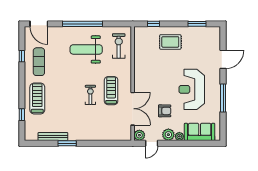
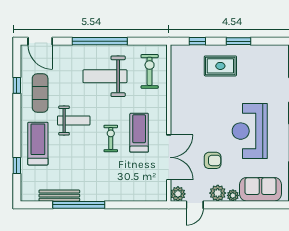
window: (197, 24) -> (238, 41), moved
weight bench: (63, 82) -> (74, 120), added
window: (67, 143) -> (79, 205), width x2.11

